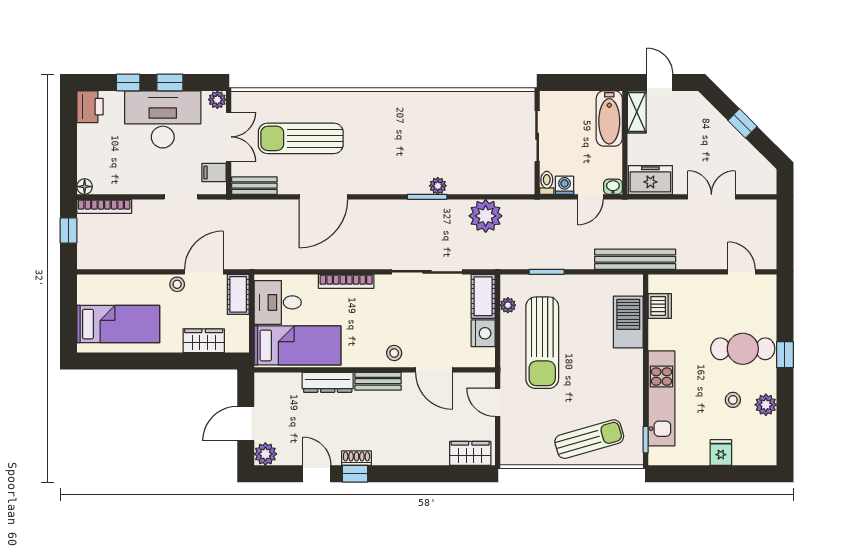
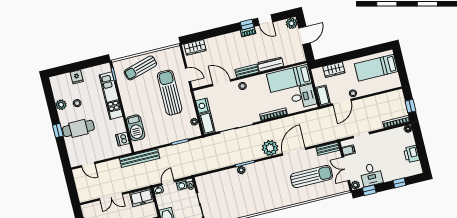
window: (170, 83) -> (369, 190), moved
printer: (90, 107) -> (412, 154), moved
desk: (163, 119) -> (371, 175), width x0.53, depth x0.77
plant: (486, 216) -> (270, 148), moved
sun lounger: (542, 343) -> (170, 93), moved

